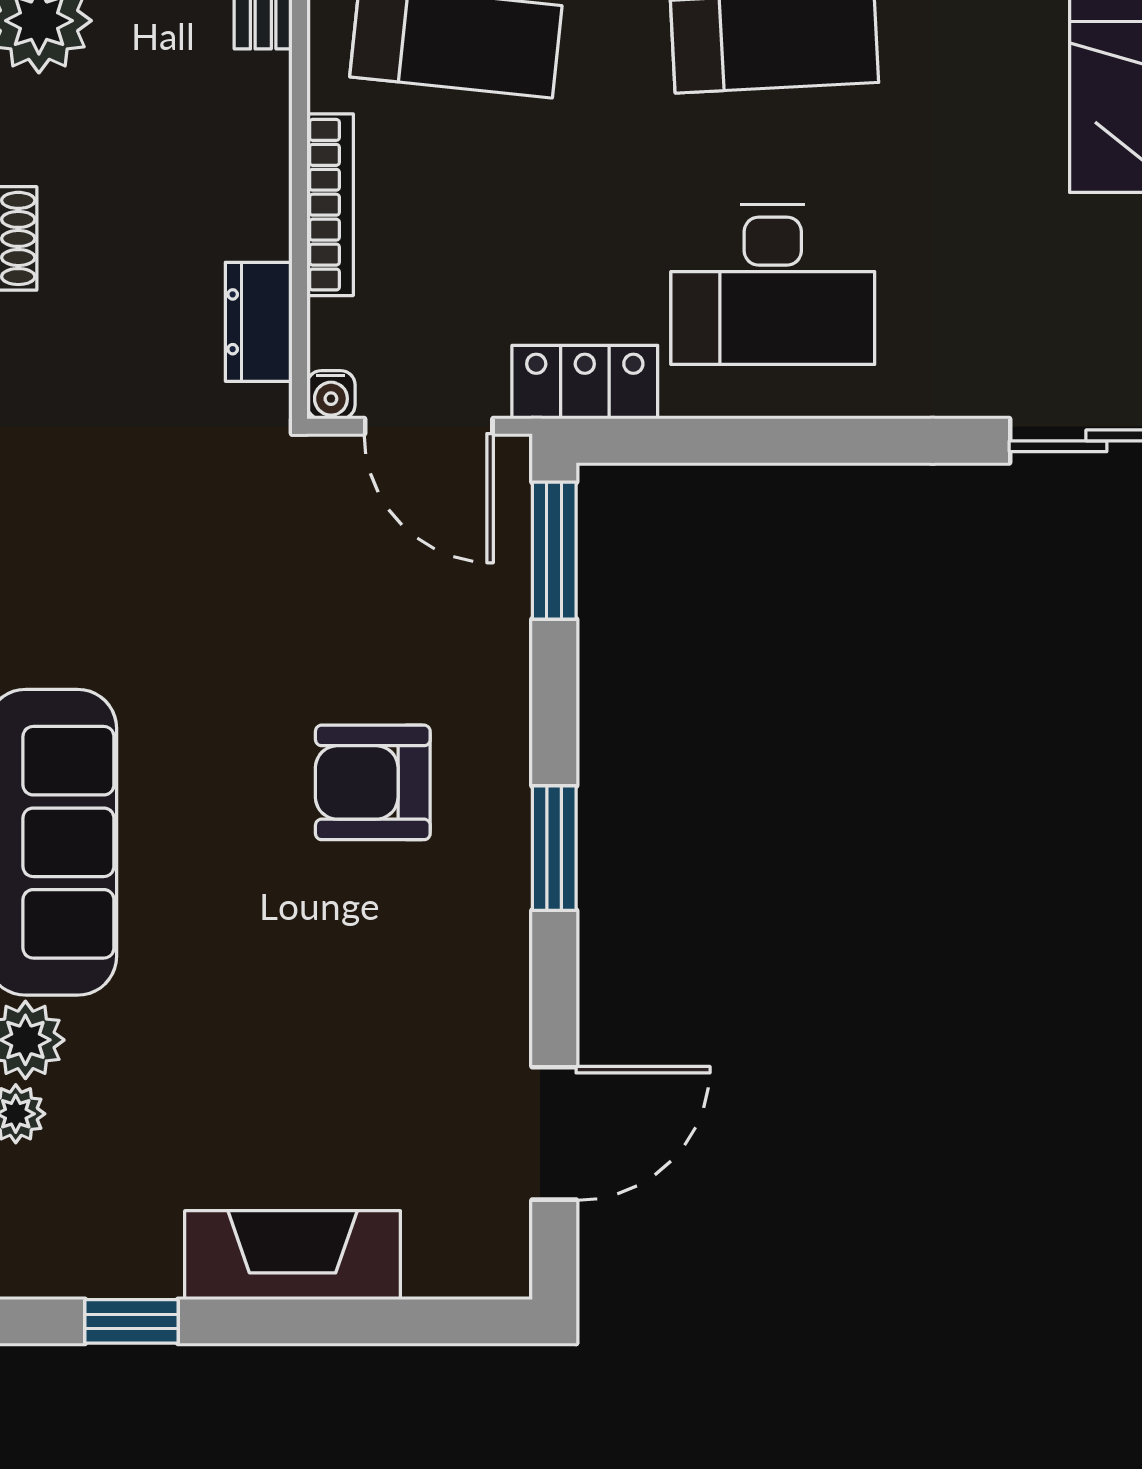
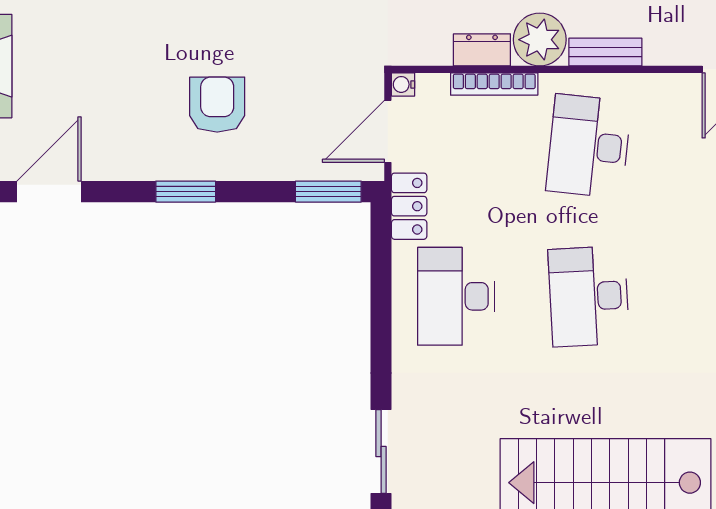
plant: (237, 110) -> (540, 40), added
dresser: (259, 322) -> (482, 50), moved
door: (554, 1133) -> (49, 192), swing flipped

